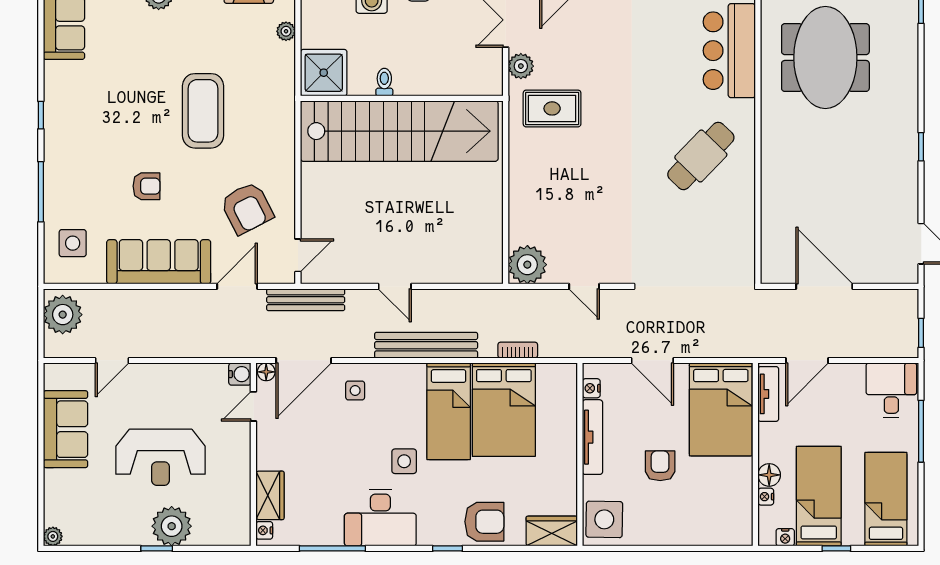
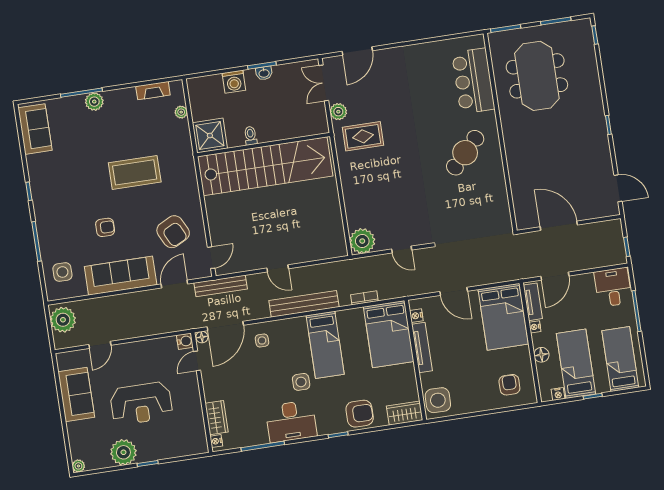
coffee table: (203, 111) -> (135, 172), turned 90
bed: (504, 410) -> (389, 334), moved
armchair: (660, 466) -> (509, 385), moved
nightstand: (766, 497) -> (535, 327), moved
plant: (172, 526) -> (123, 452), moved

